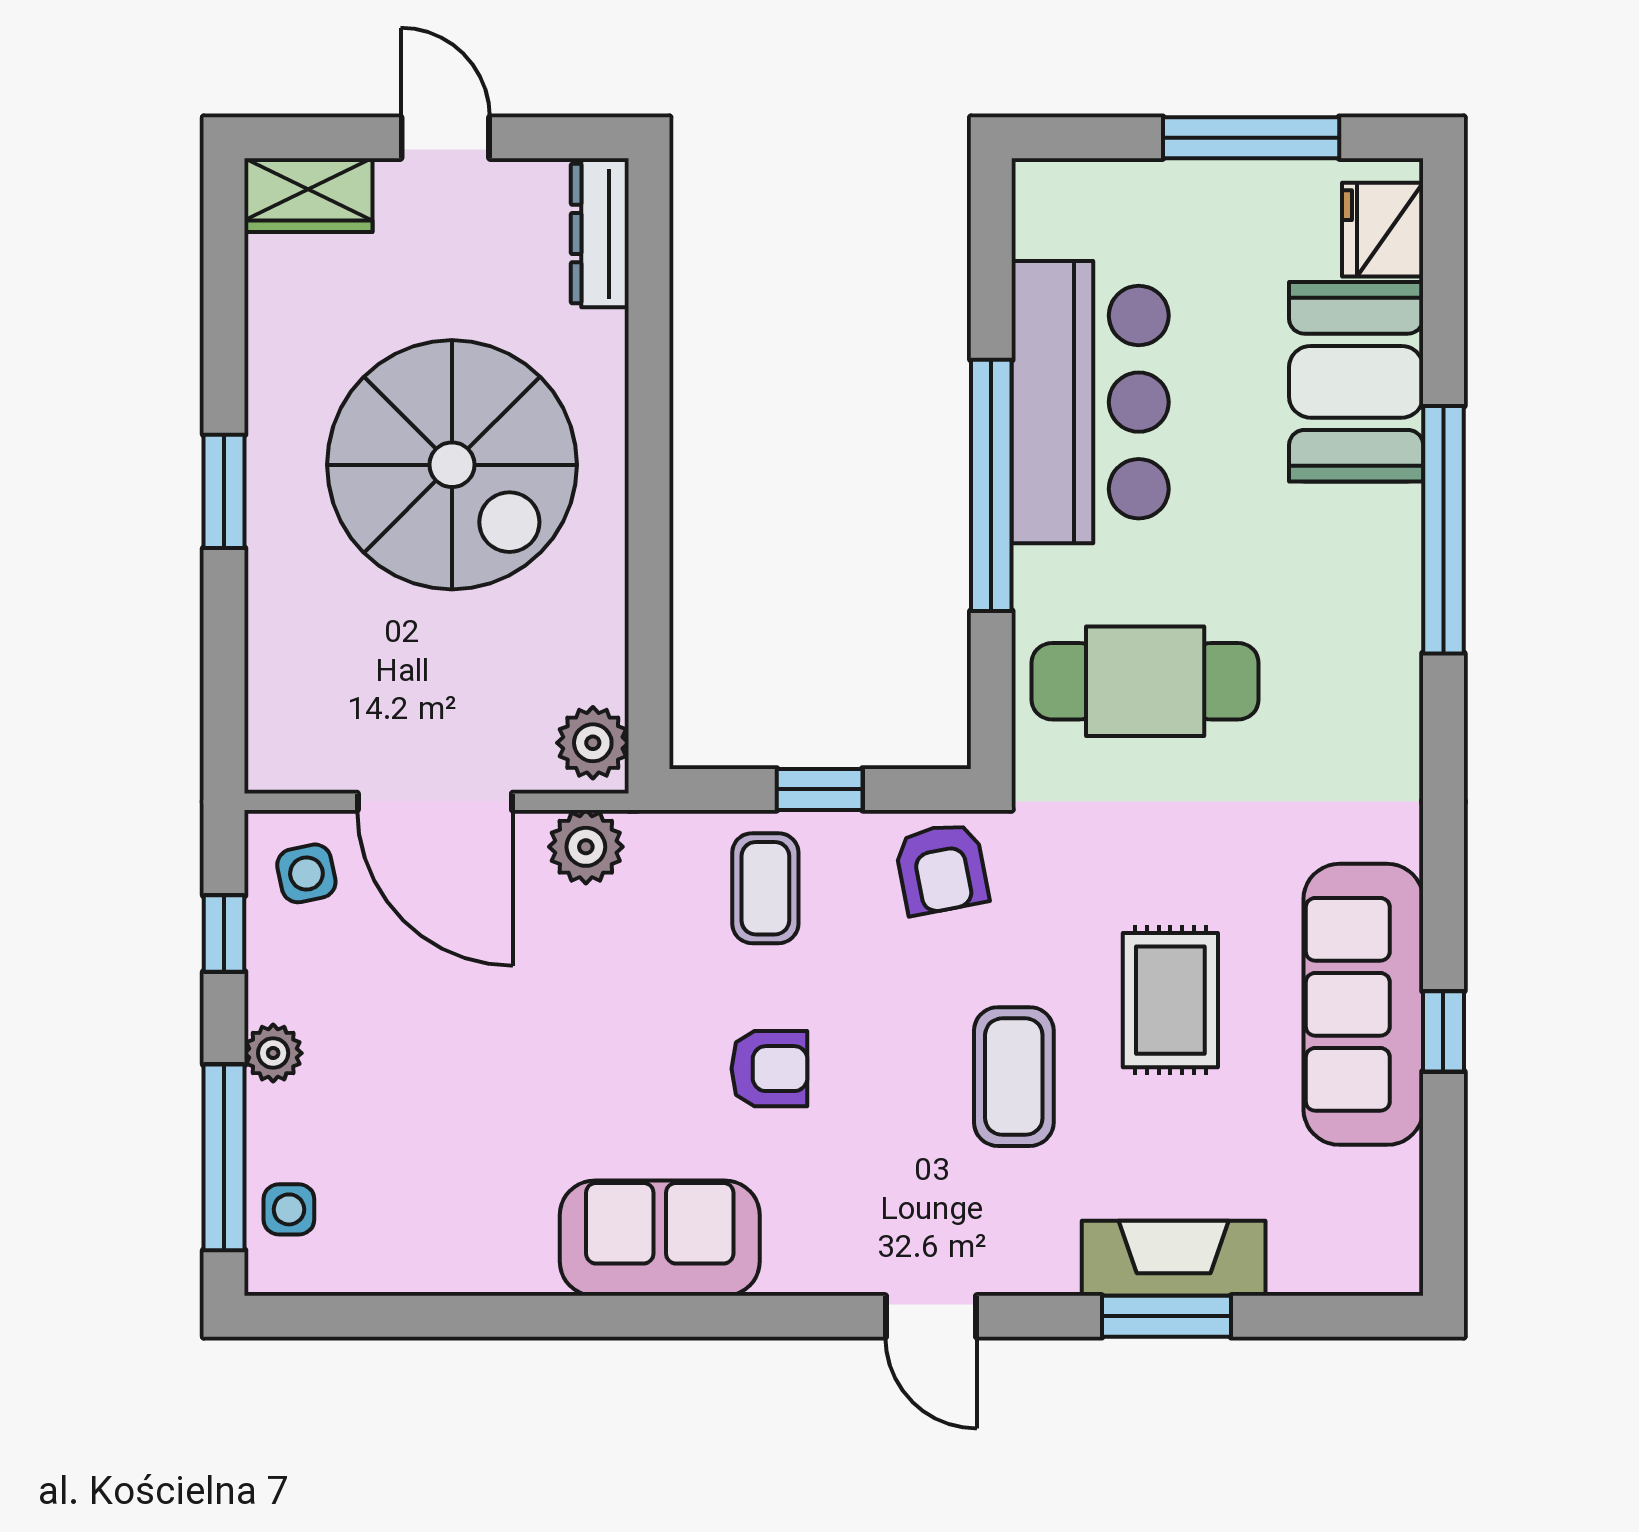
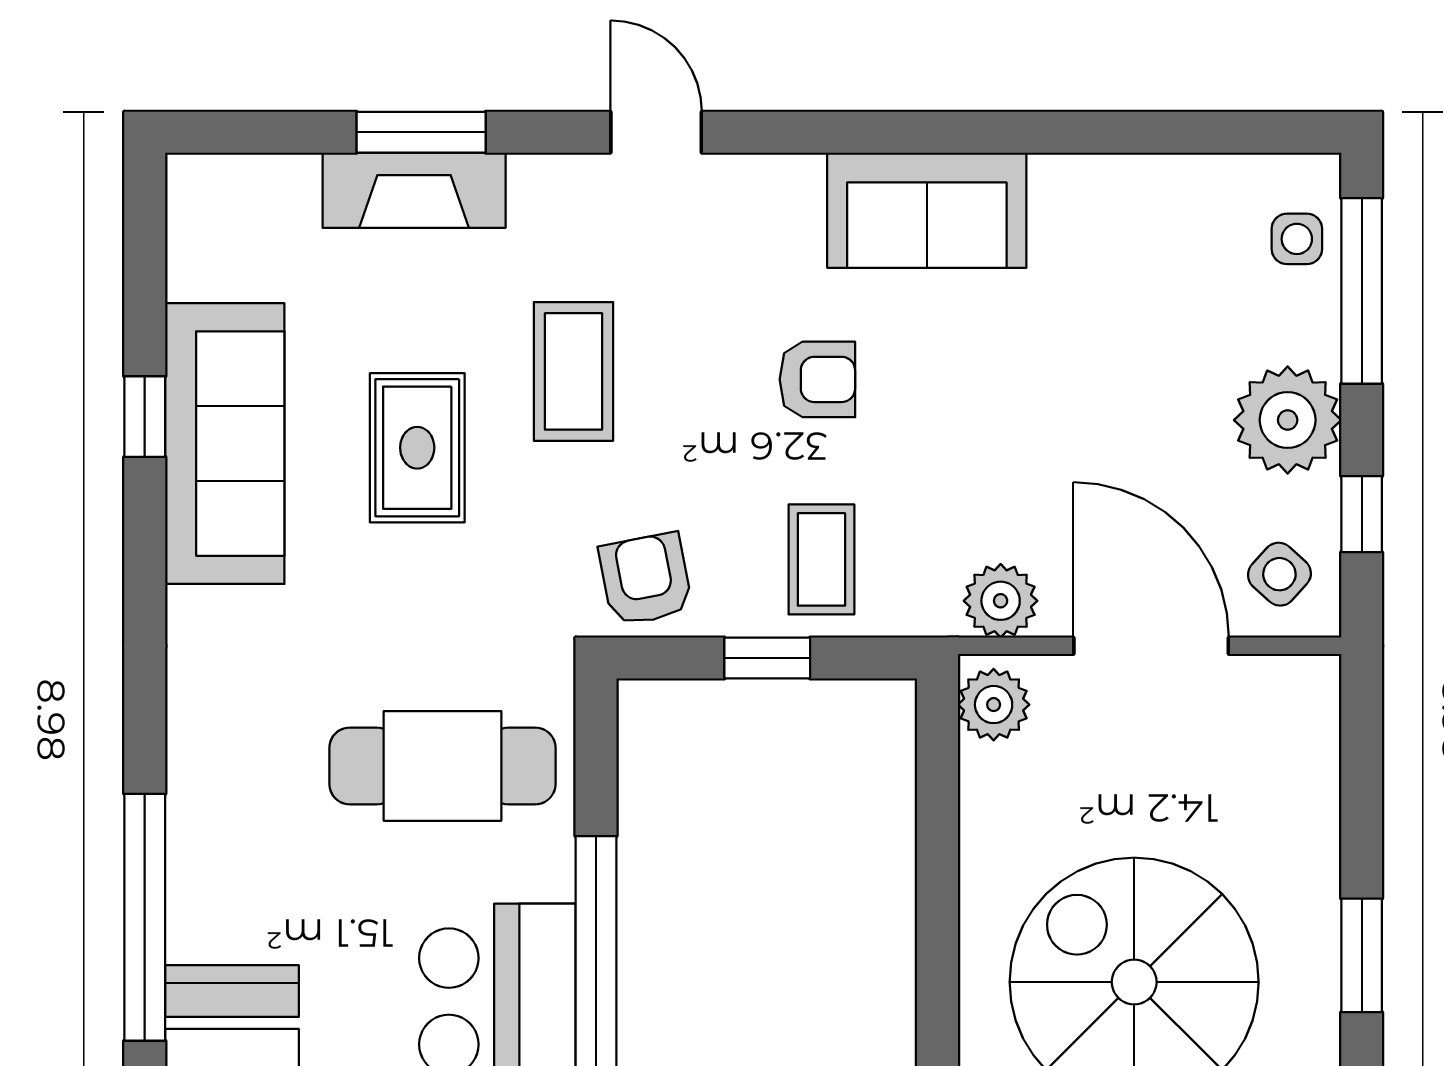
side table: (306, 873) -> (1279, 574), turned -36
plant: (273, 1053) -> (1288, 420), width x1.88, depth x1.88
armchair: (769, 1069) -> (817, 379), turned 180

